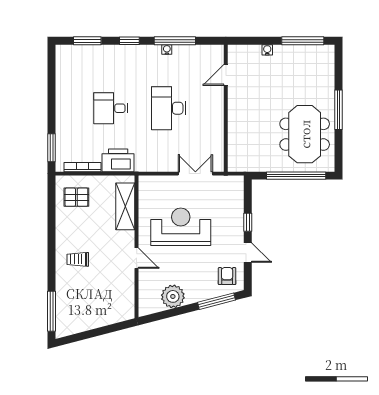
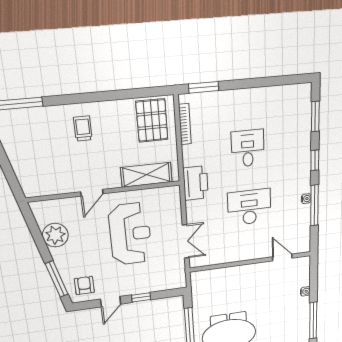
printer: (118, 160) -> (196, 183), moved
pallet: (76, 197) -> (152, 120), width x1.50, depth x1.42
armchair: (227, 276) -> (84, 286), turned -90

